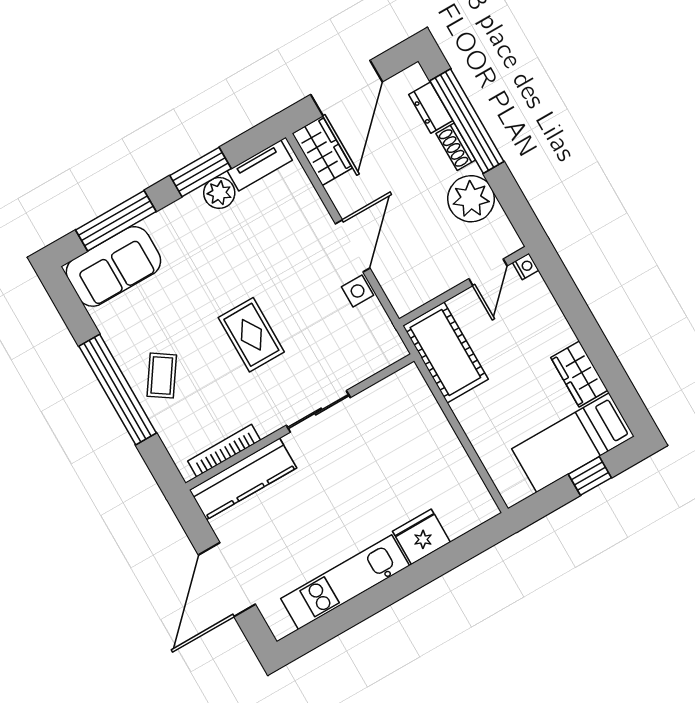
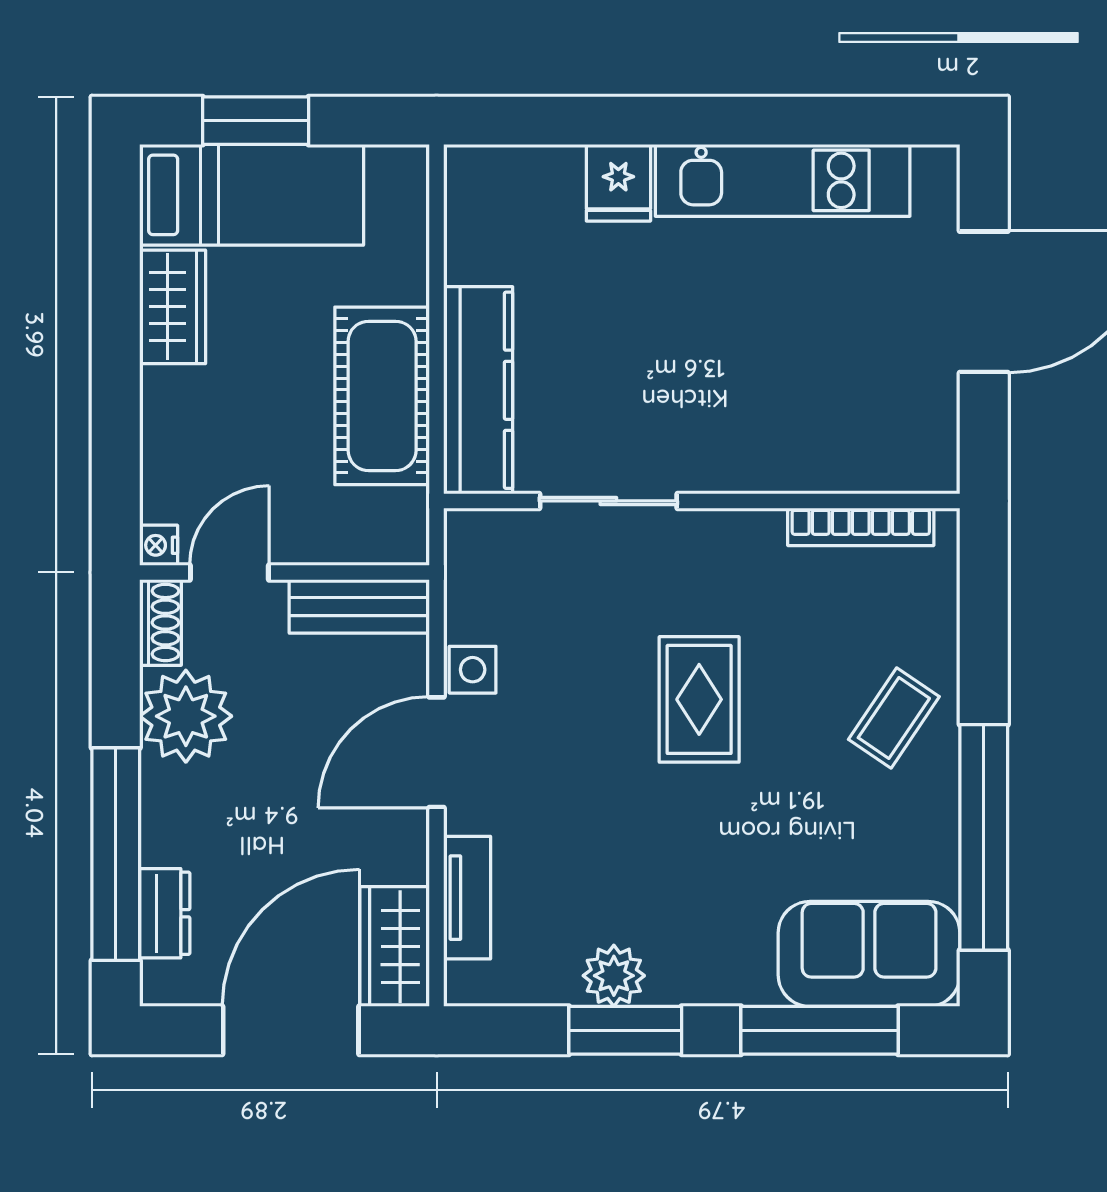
shoe rack: (456, 147) -> (160, 622), moved
tv unit: (260, 165) -> (467, 898), moved, turned 90
bench: (423, 290) -> (359, 606), added
cot: (445, 353) -> (382, 396), moved
window: (118, 390) -> (984, 837), moved
sliding door: (318, 411) -> (608, 501), moved
window: (590, 476) -> (256, 121), width x1.50
kitchen counter: (243, 479) -> (478, 390), moved, turned 90
fridge: (421, 537) -> (618, 183), width x0.72

